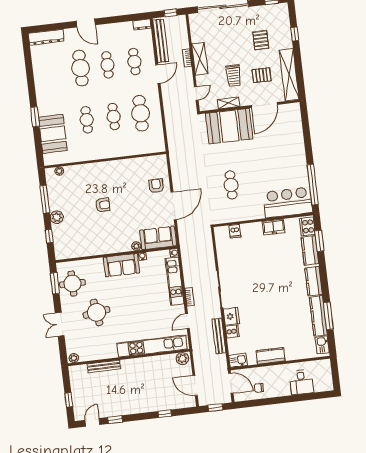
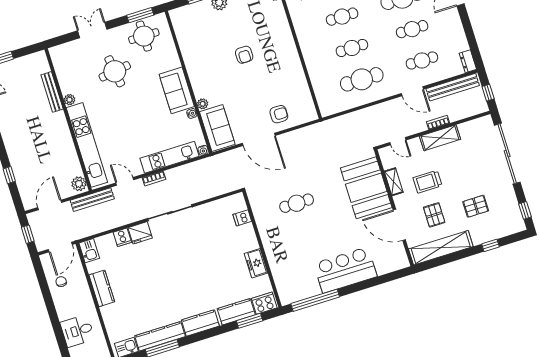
bar counter: (288, 202) -> (345, 270), moved, turned -90
bench: (219, 336) -> (92, 200), moved
plant: (74, 358) -> (70, 100), moved

